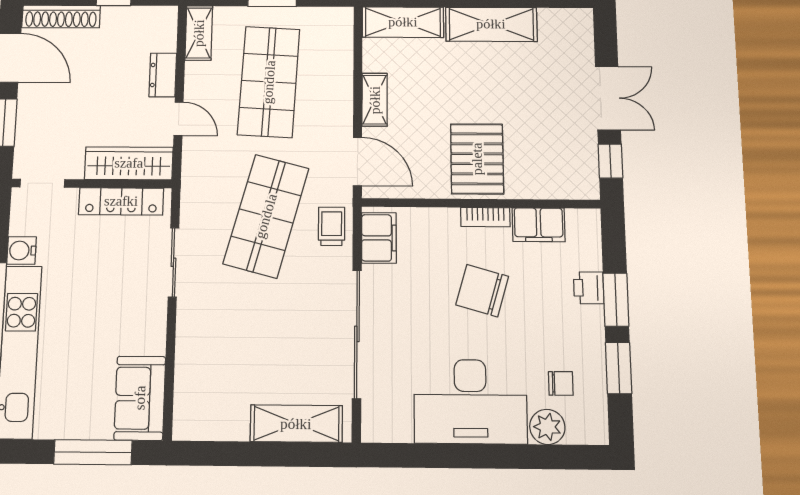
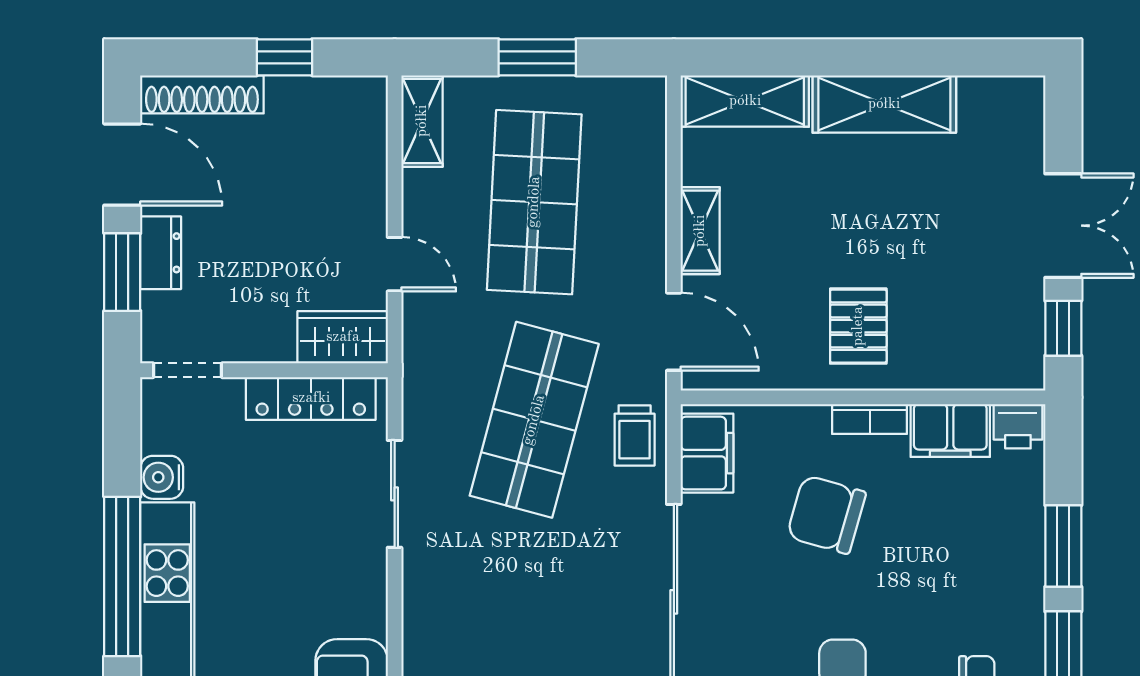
dresser: (163, 75) -> (161, 253), moved, turned 180
pallet: (477, 159) -> (858, 326), width x0.67, depth x0.71
wardrobe: (129, 163) -> (343, 337), width x0.67
trolley: (332, 226) -> (635, 435), turned 180
printer: (589, 288) -> (1018, 426), moved, turned -90
chair: (482, 291) -> (826, 515), moved

